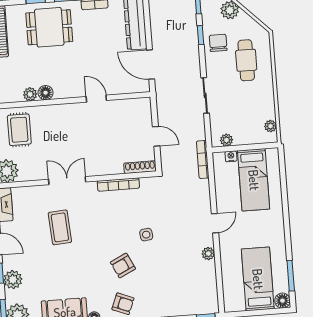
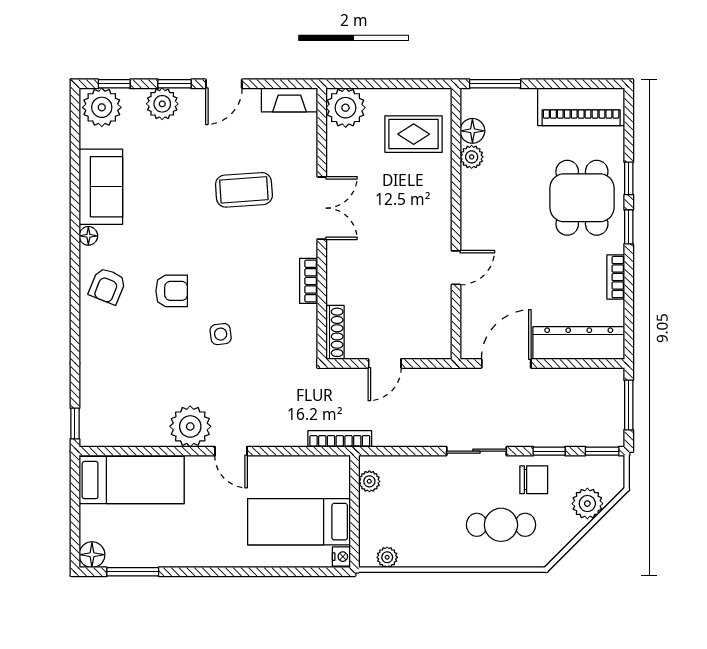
floor lamp: (46, 93) -> (472, 131), moved
sliding door: (205, 95) -> (476, 451), moved
nightstand: (231, 156) -> (341, 557), moved
bookcase: (118, 184) -> (309, 281), width x0.64
plant: (208, 254) -> (190, 426), width x1.87, depth x1.87
armchair: (123, 266) -> (172, 291), turned 116
bed: (258, 279) -> (132, 480), moved

